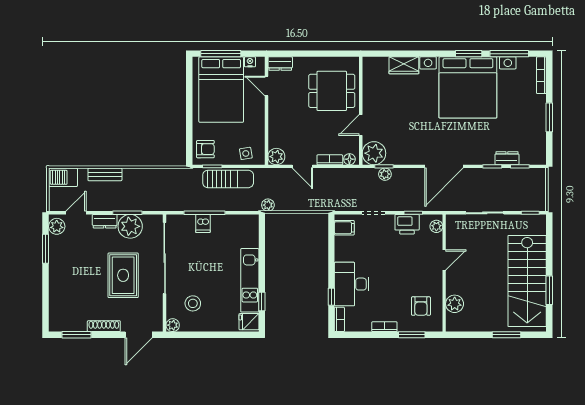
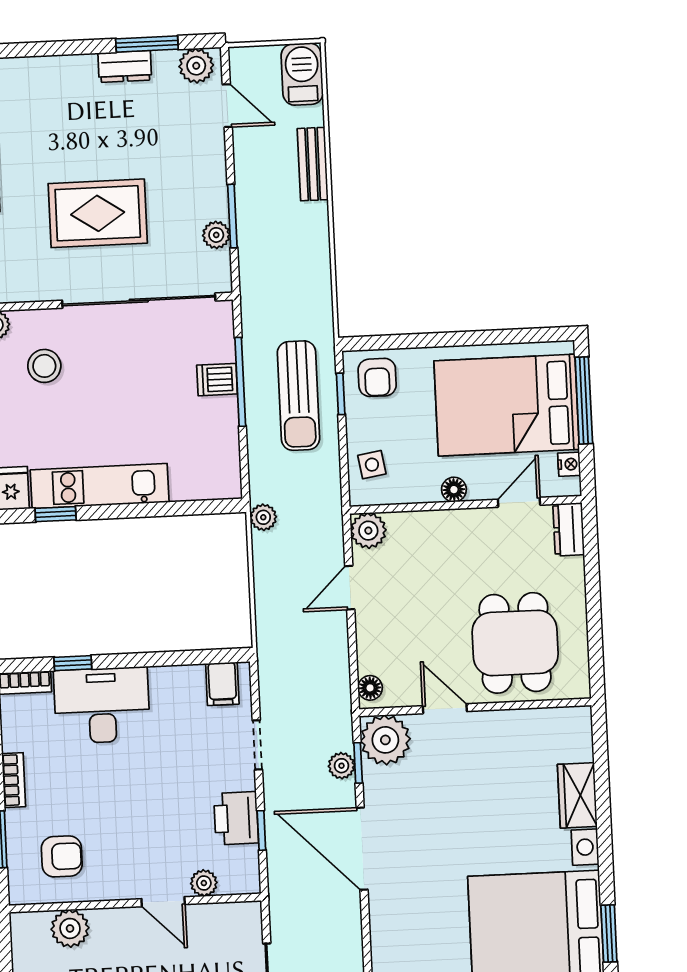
floor lamp: (259, 116) -> (454, 490), added
bookcase: (330, 160) -> (367, 646), removed
door: (444, 166) -> (362, 849), moved
sun lounger: (228, 179) -> (298, 396), moved
dresser: (105, 221) -> (125, 66), moved, turned -90
plant: (130, 226) -> (216, 235), width x0.53, depth x0.53
plant: (436, 226) -> (204, 883), moved
armchair: (421, 306) -> (62, 856), turned 180

